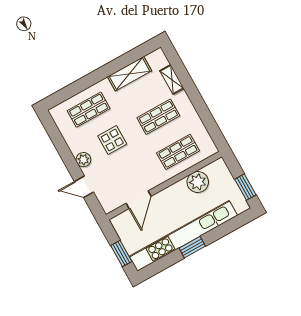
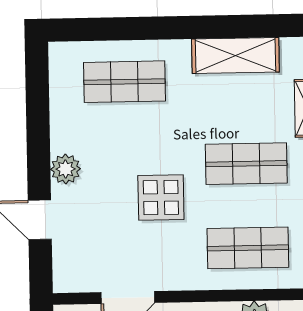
display table: (112, 140) -> (161, 197), moved

